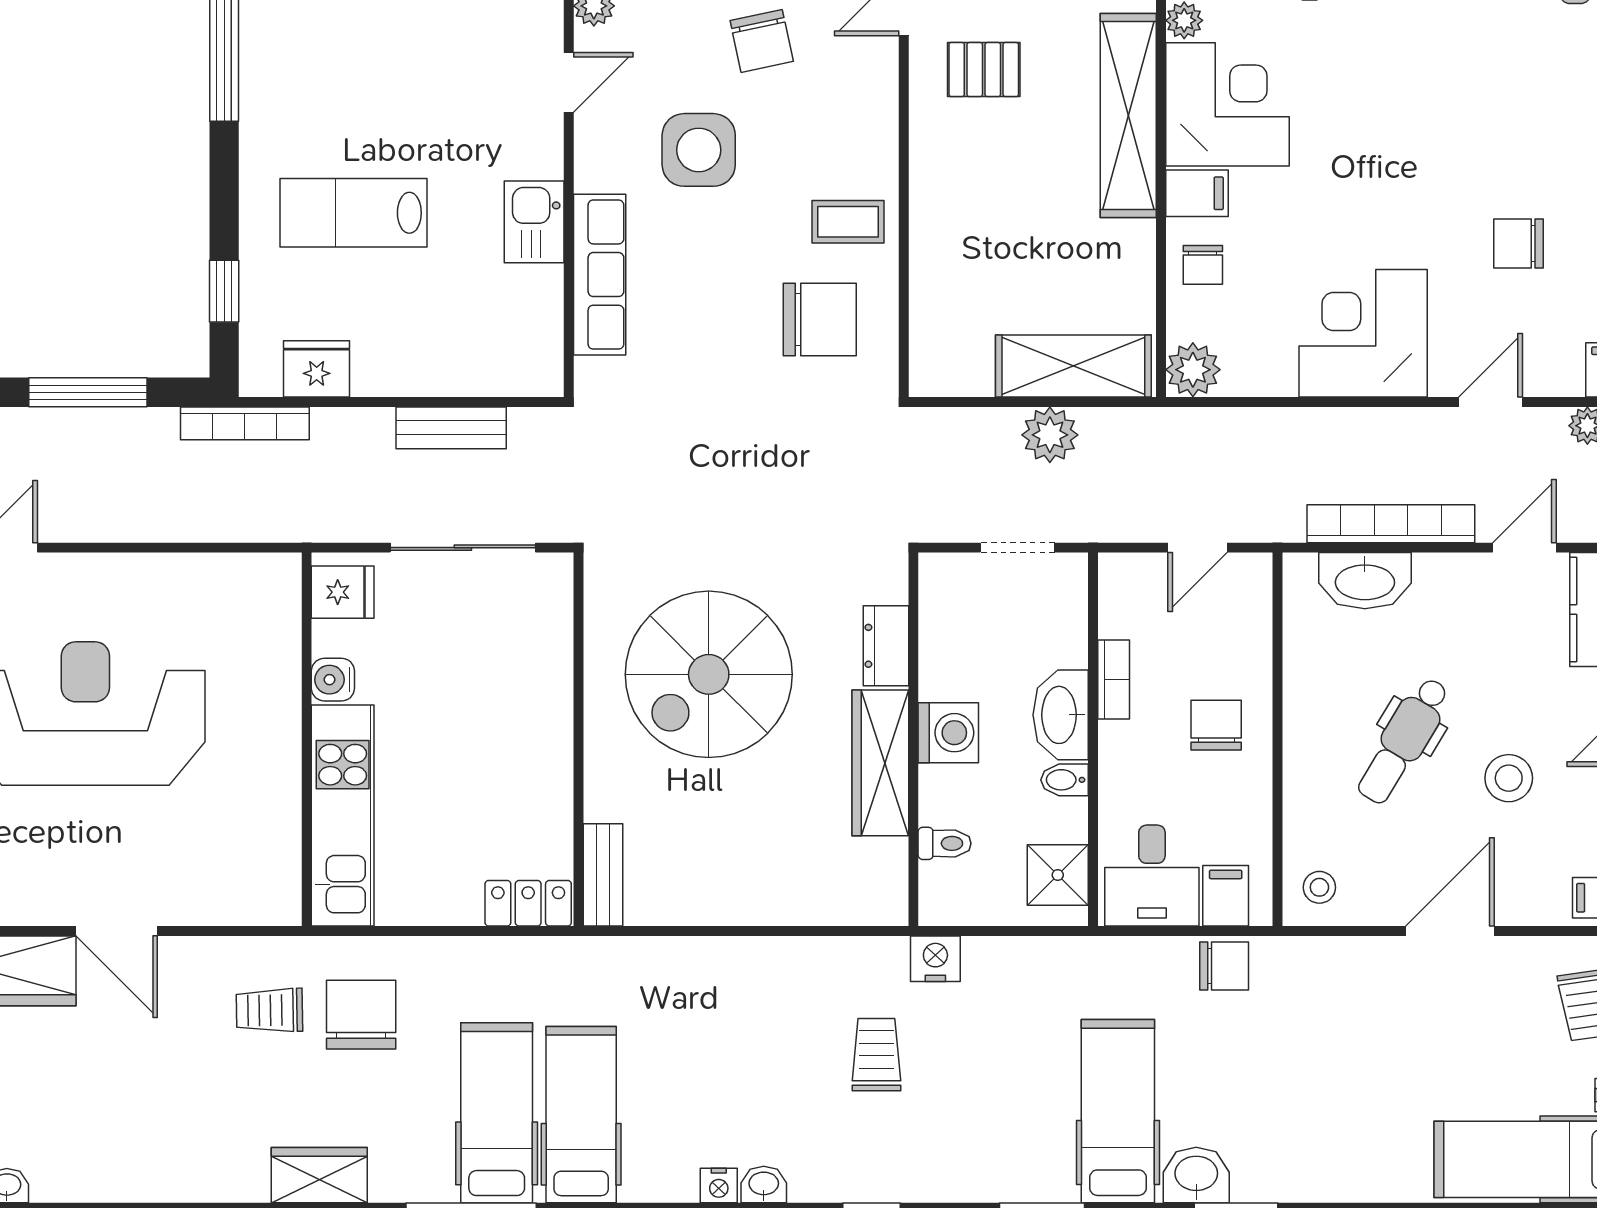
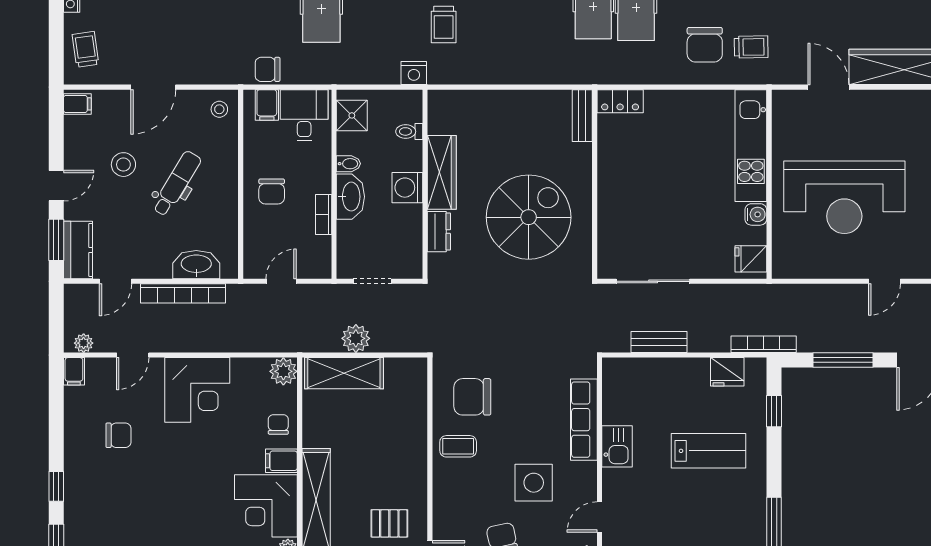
fridge: (343, 592) -> (751, 259), moved
water cooler: (333, 680) -> (756, 214), moved
wall: (307, 739) -> (769, 184), moved
kitchen unit: (343, 816) -> (751, 146), moved

